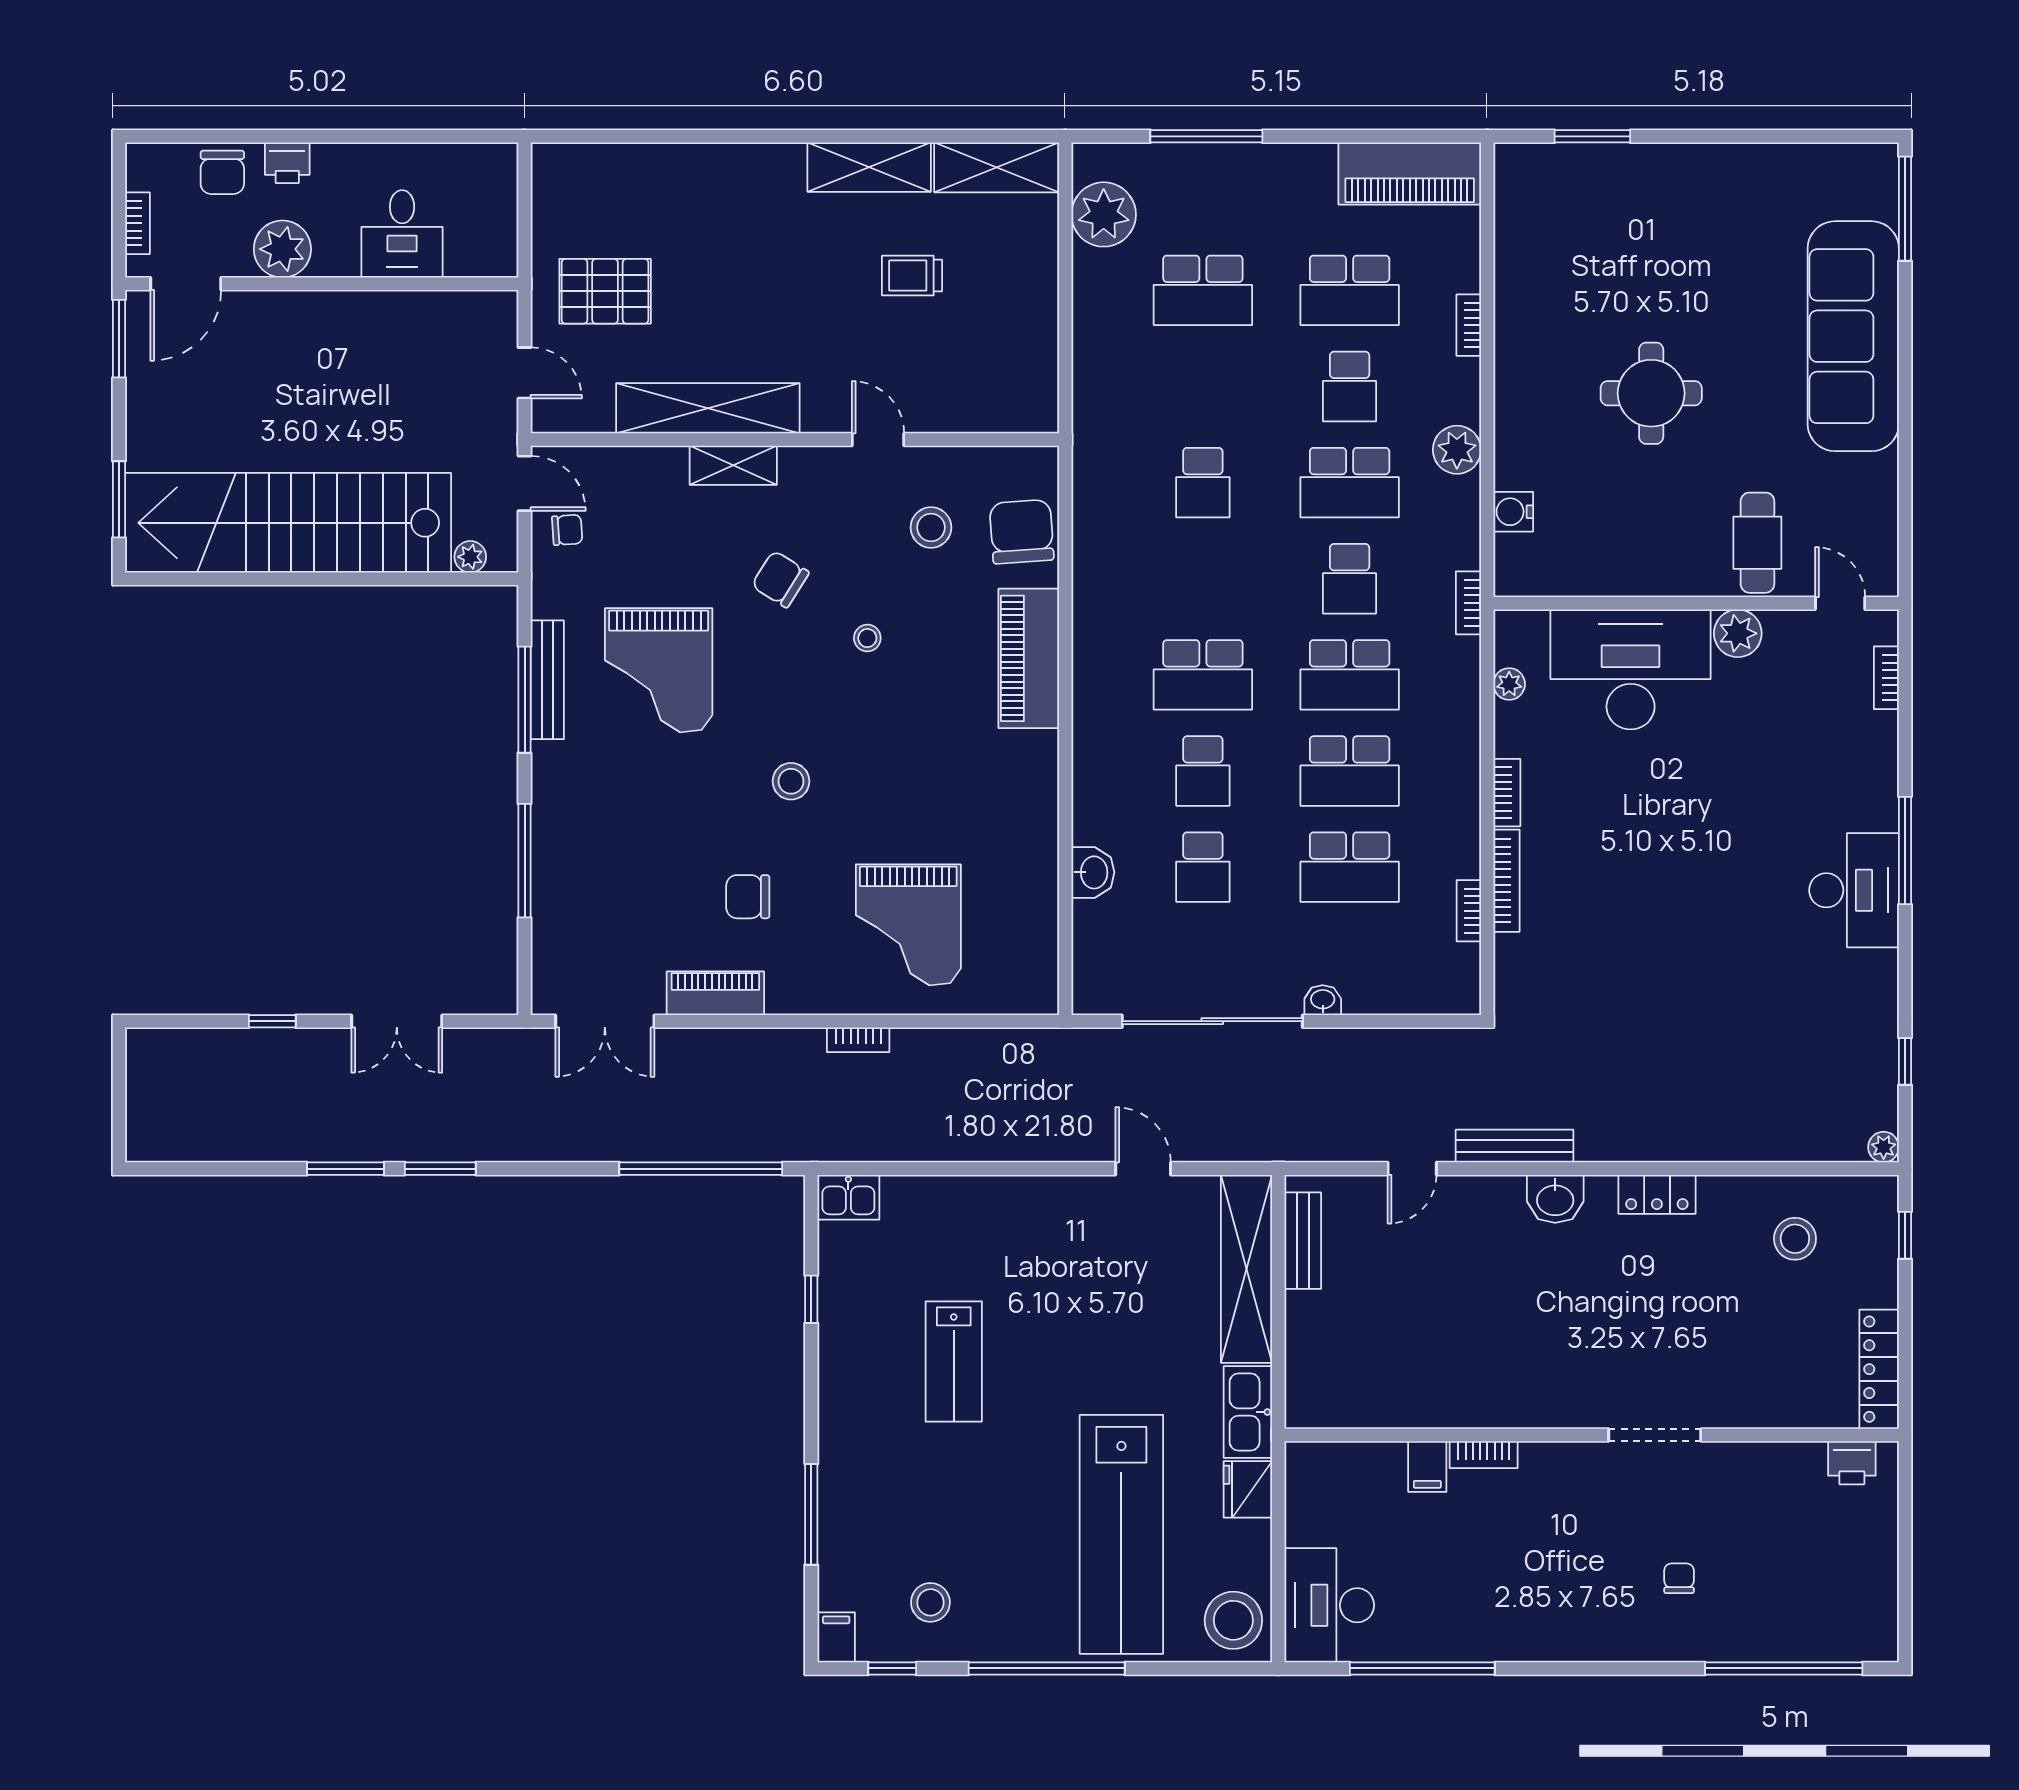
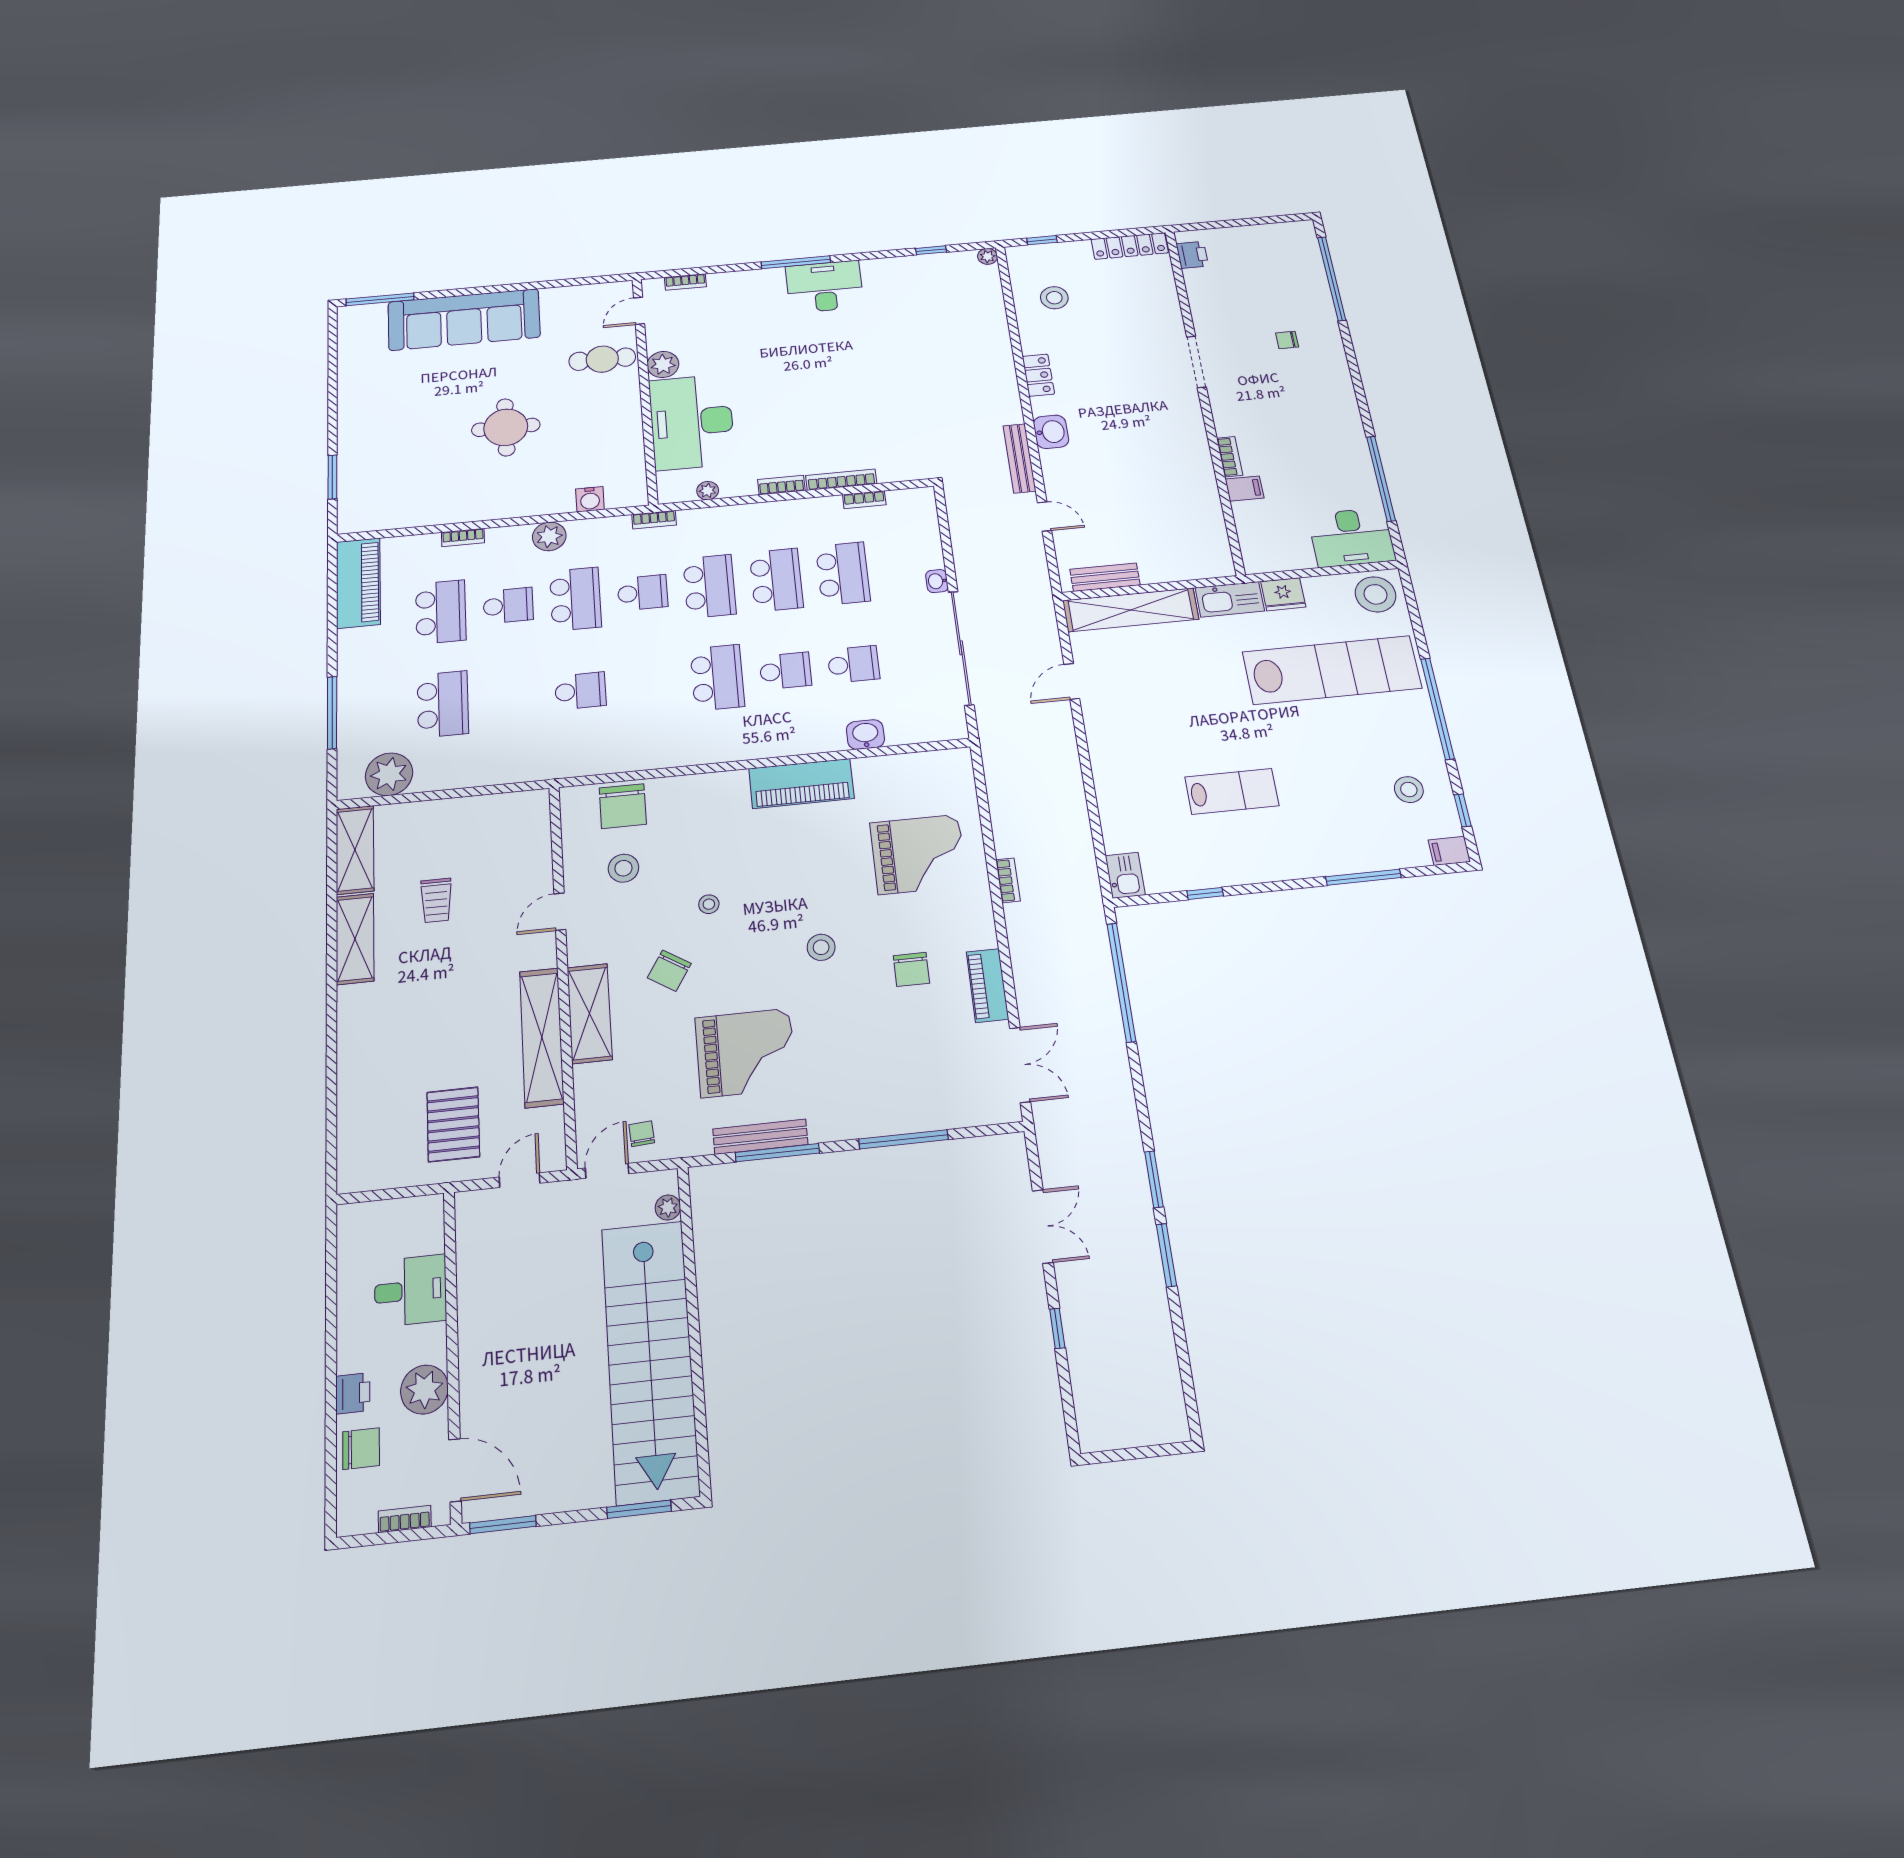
shelving: (733, 465) -> (590, 1013), width x1.50, depth x1.33
chair: (1022, 532) -> (623, 806), turned -86
piano: (1029, 658) -> (801, 784), moved

